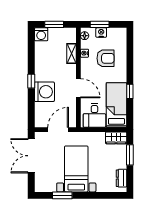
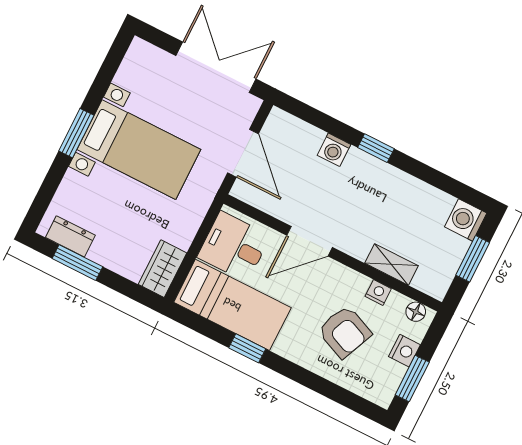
window: (100, 24) -> (412, 378), moved
armchair: (105, 58) -> (345, 332), turned -67
washing machine: (44, 92) -> (334, 150), width x0.53, depth x0.53
window: (130, 155) -> (77, 263), moved
window: (62, 195) -> (76, 133), moved

